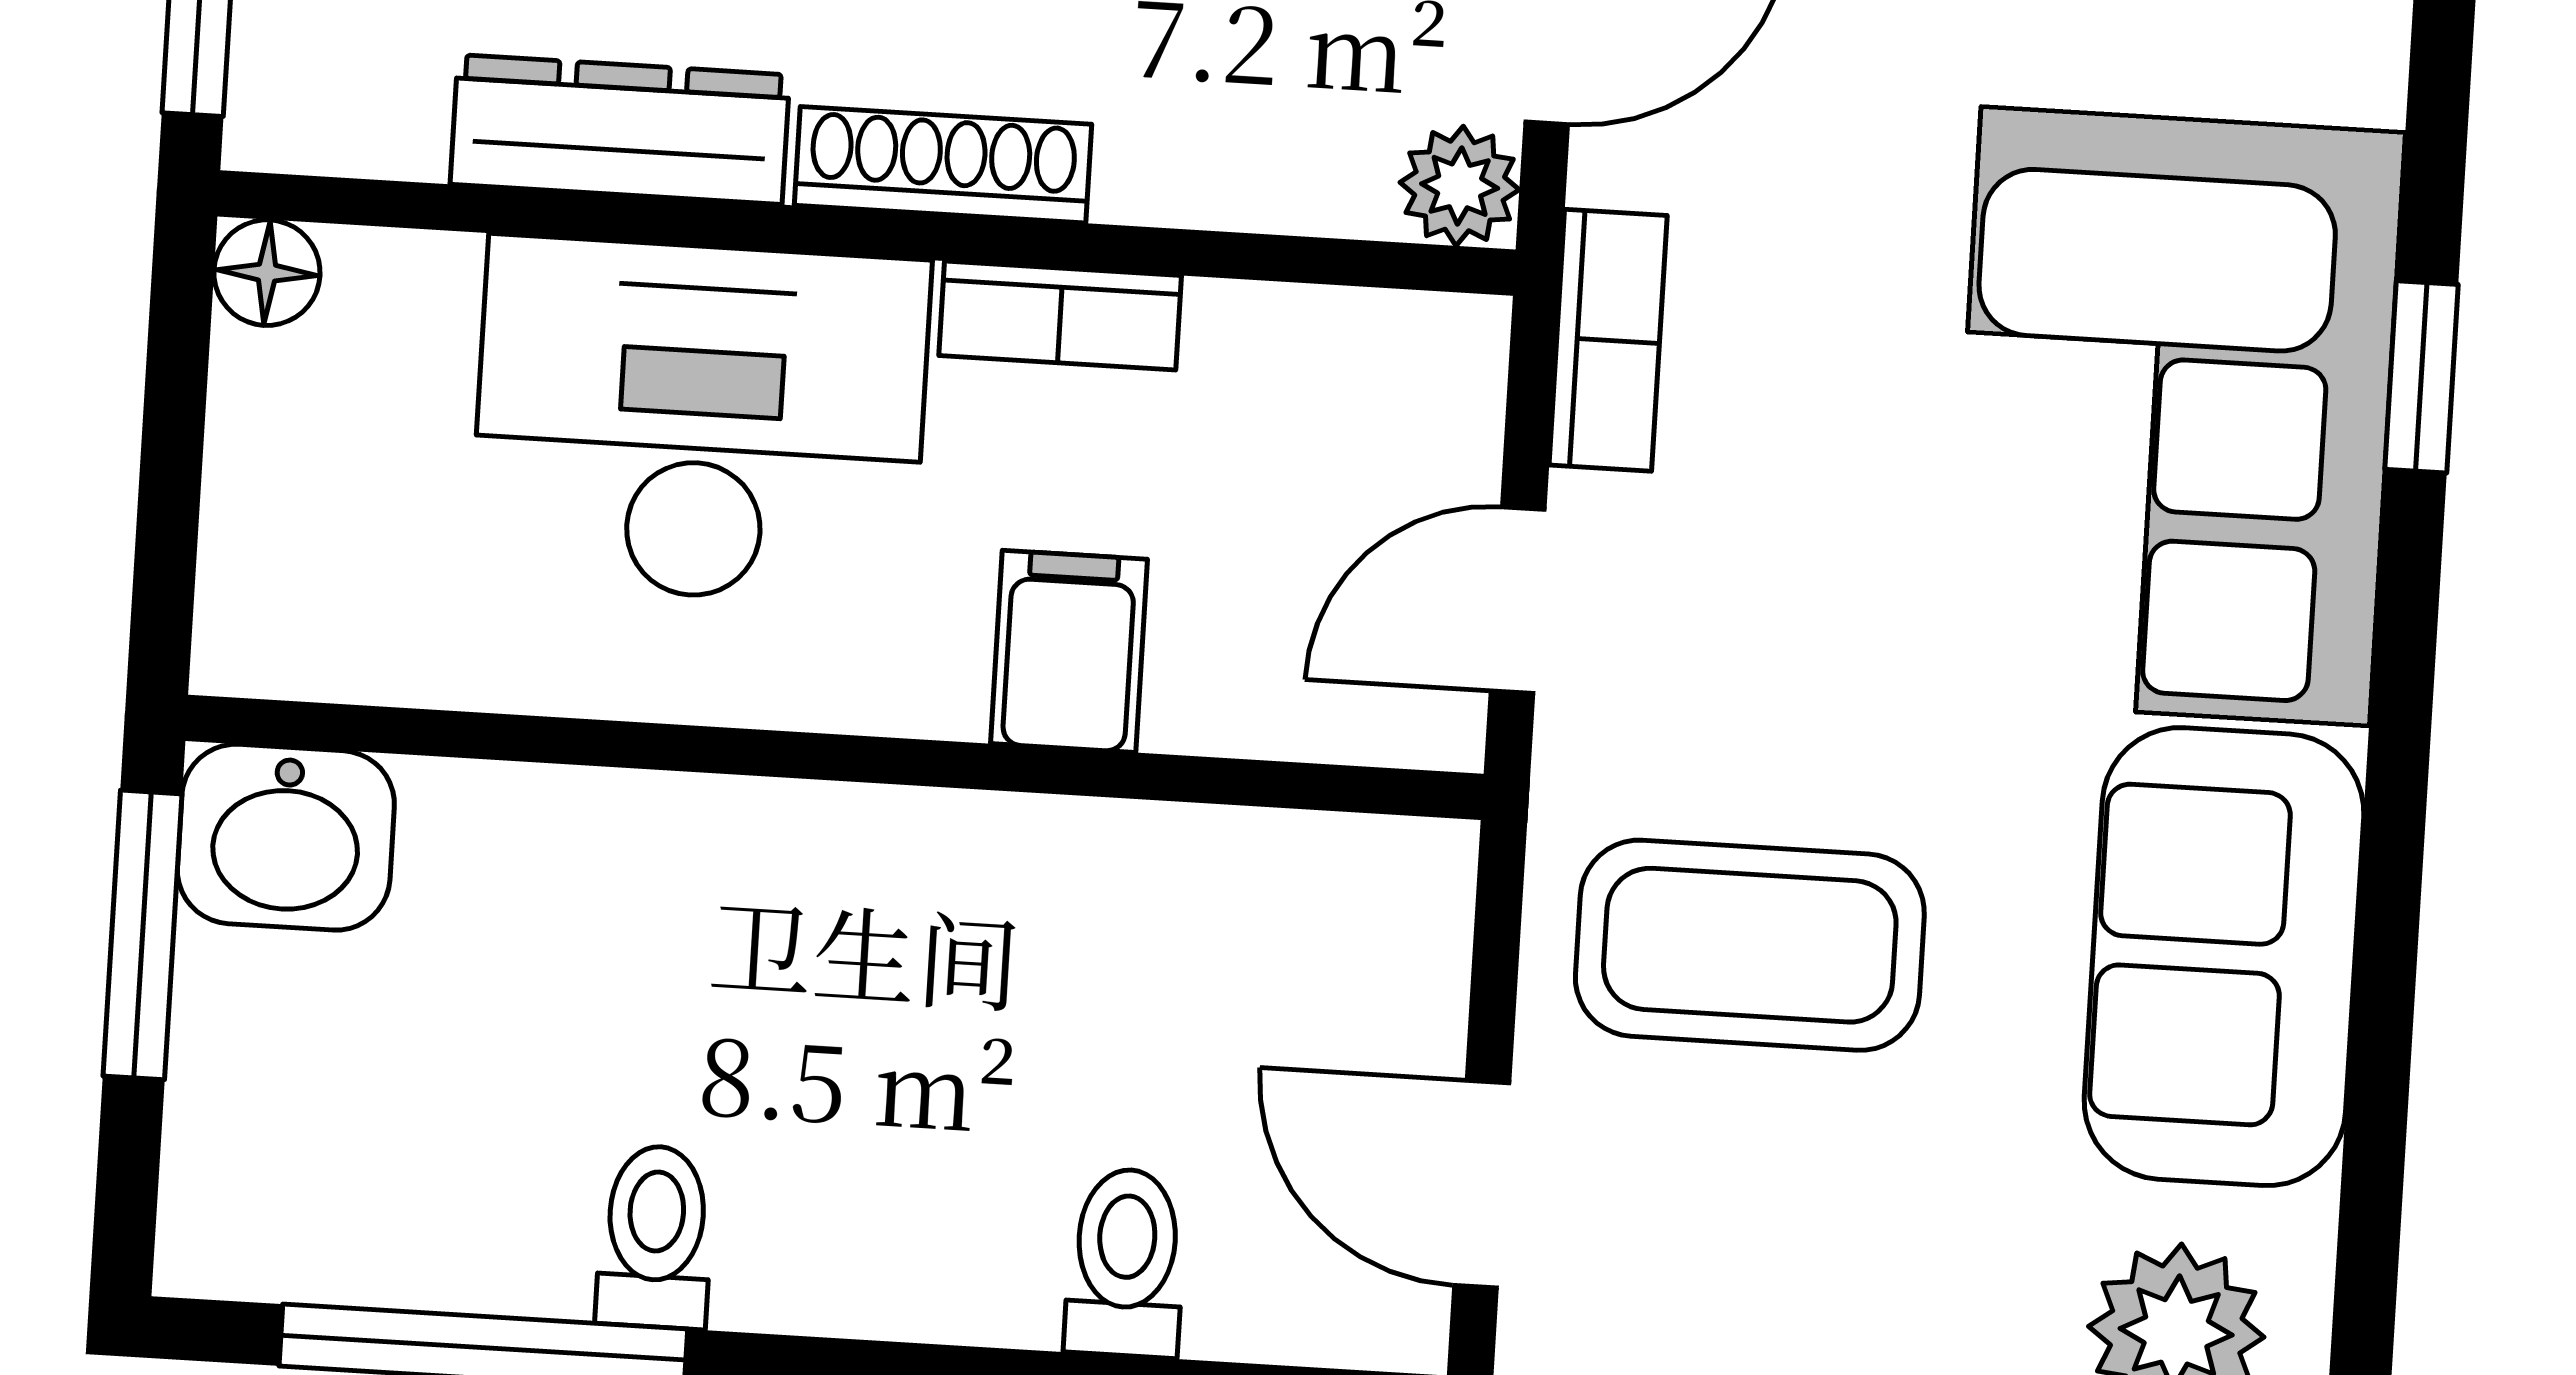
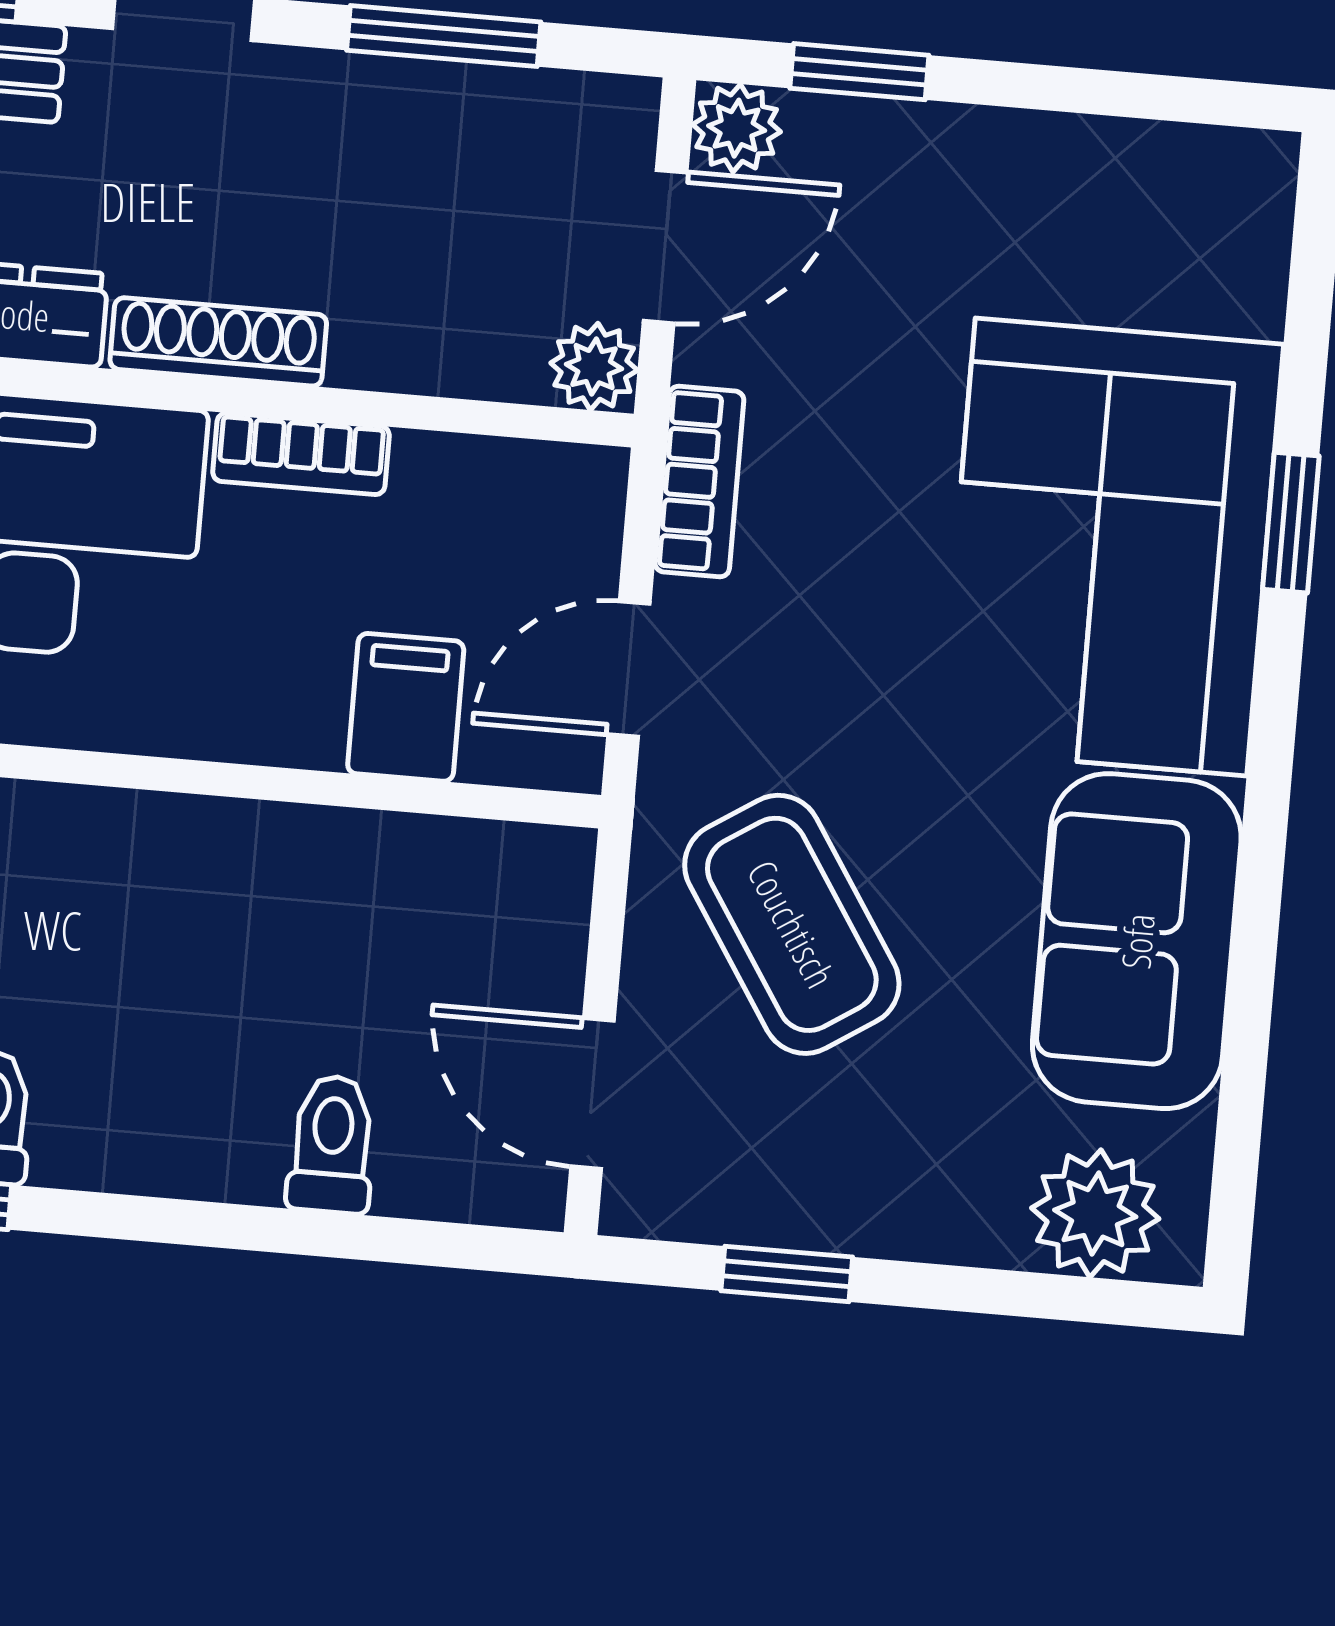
filing cabinet: (1069, 651) -> (406, 707), moved
coffee table: (1750, 945) -> (792, 924), turned 57

